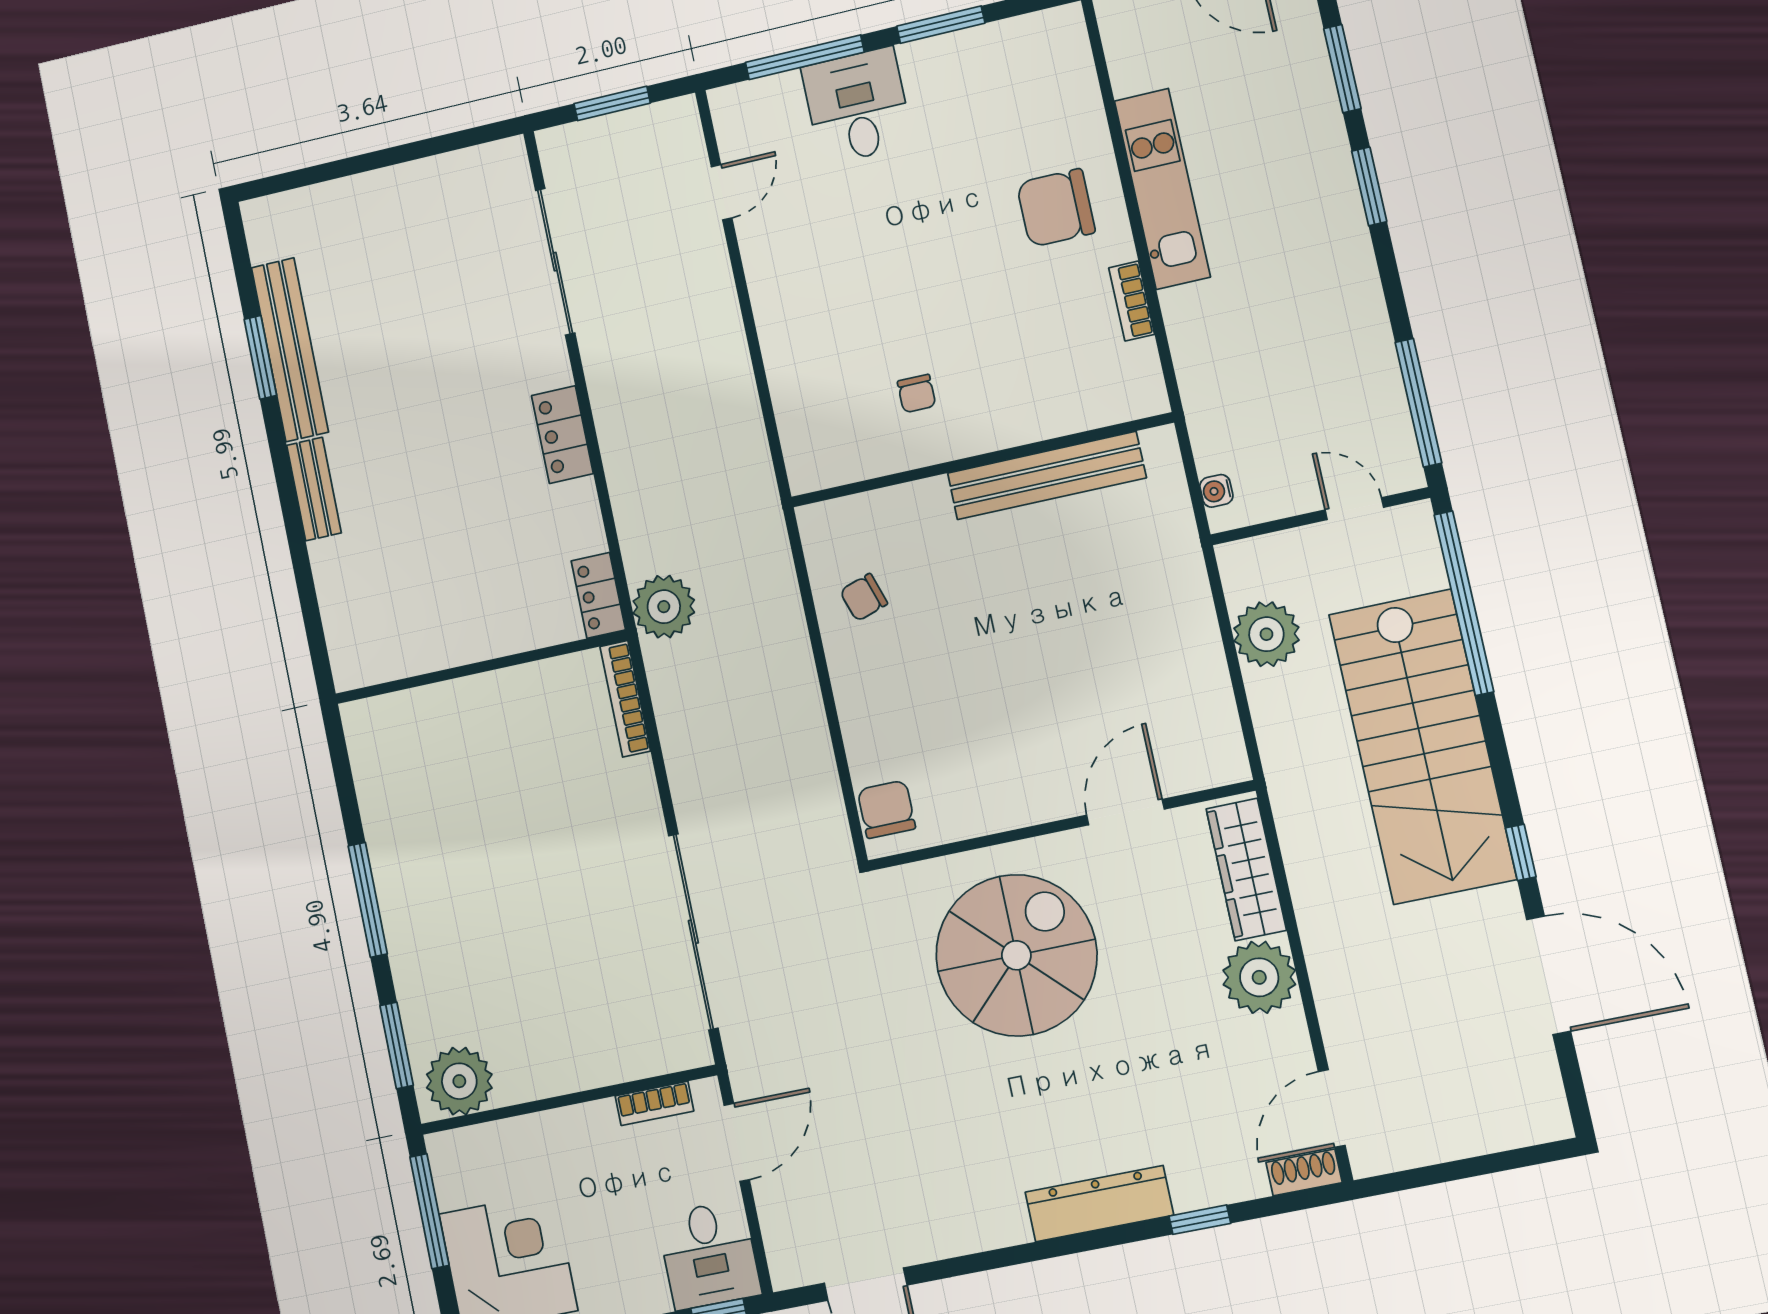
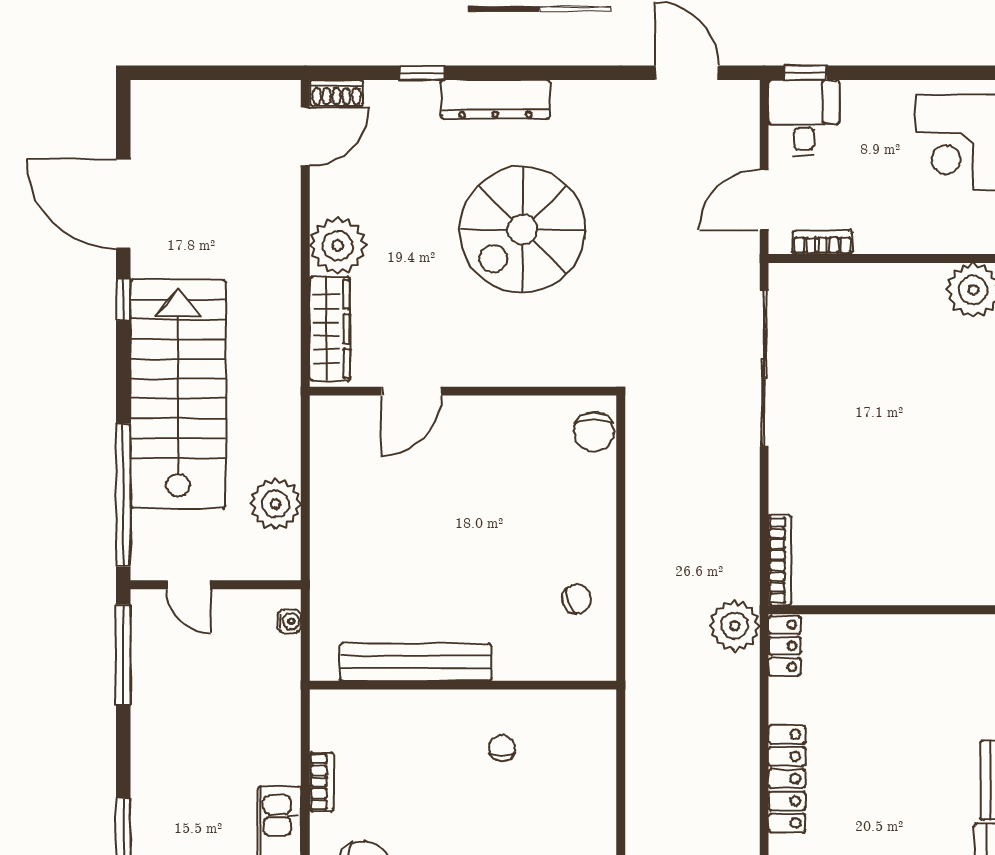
locker: (562, 435) -> (787, 779), width x1.53
spiral stairs: (1016, 955) -> (522, 230), moved

